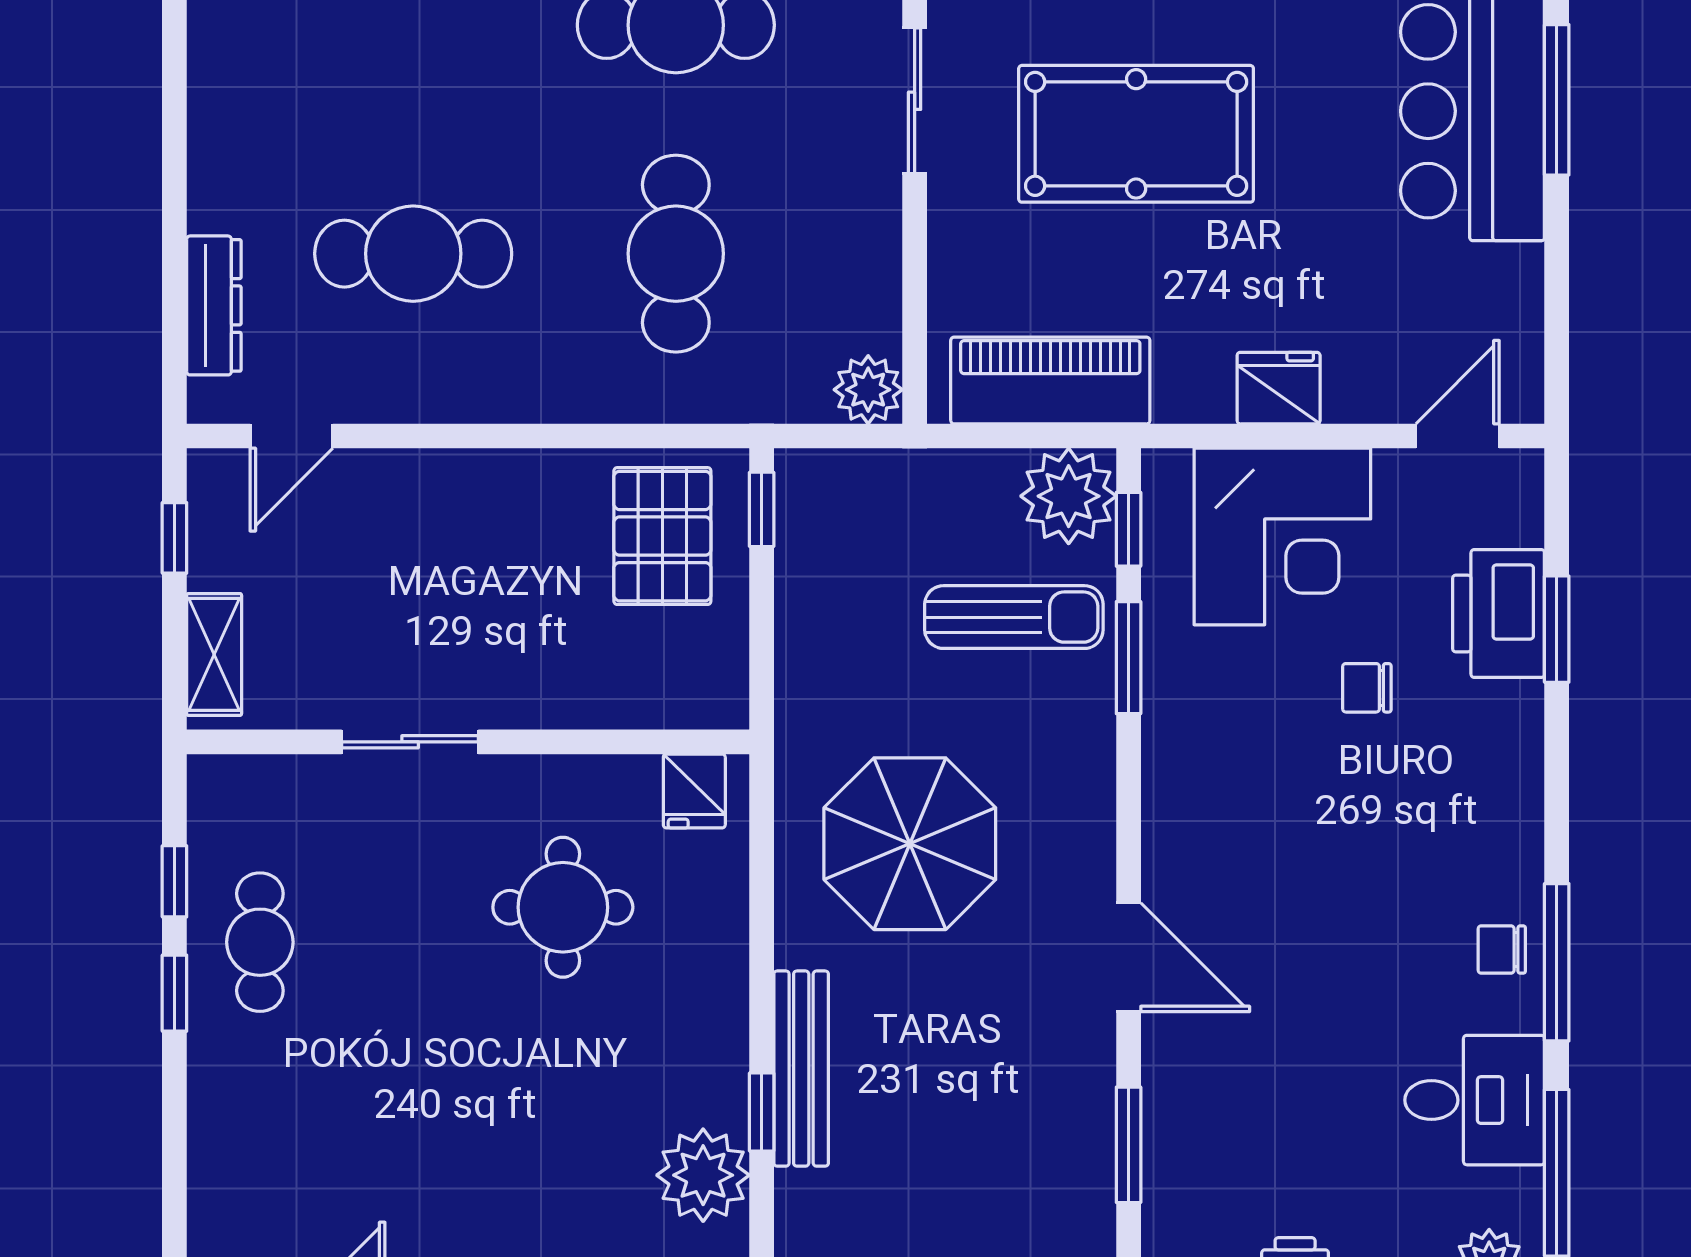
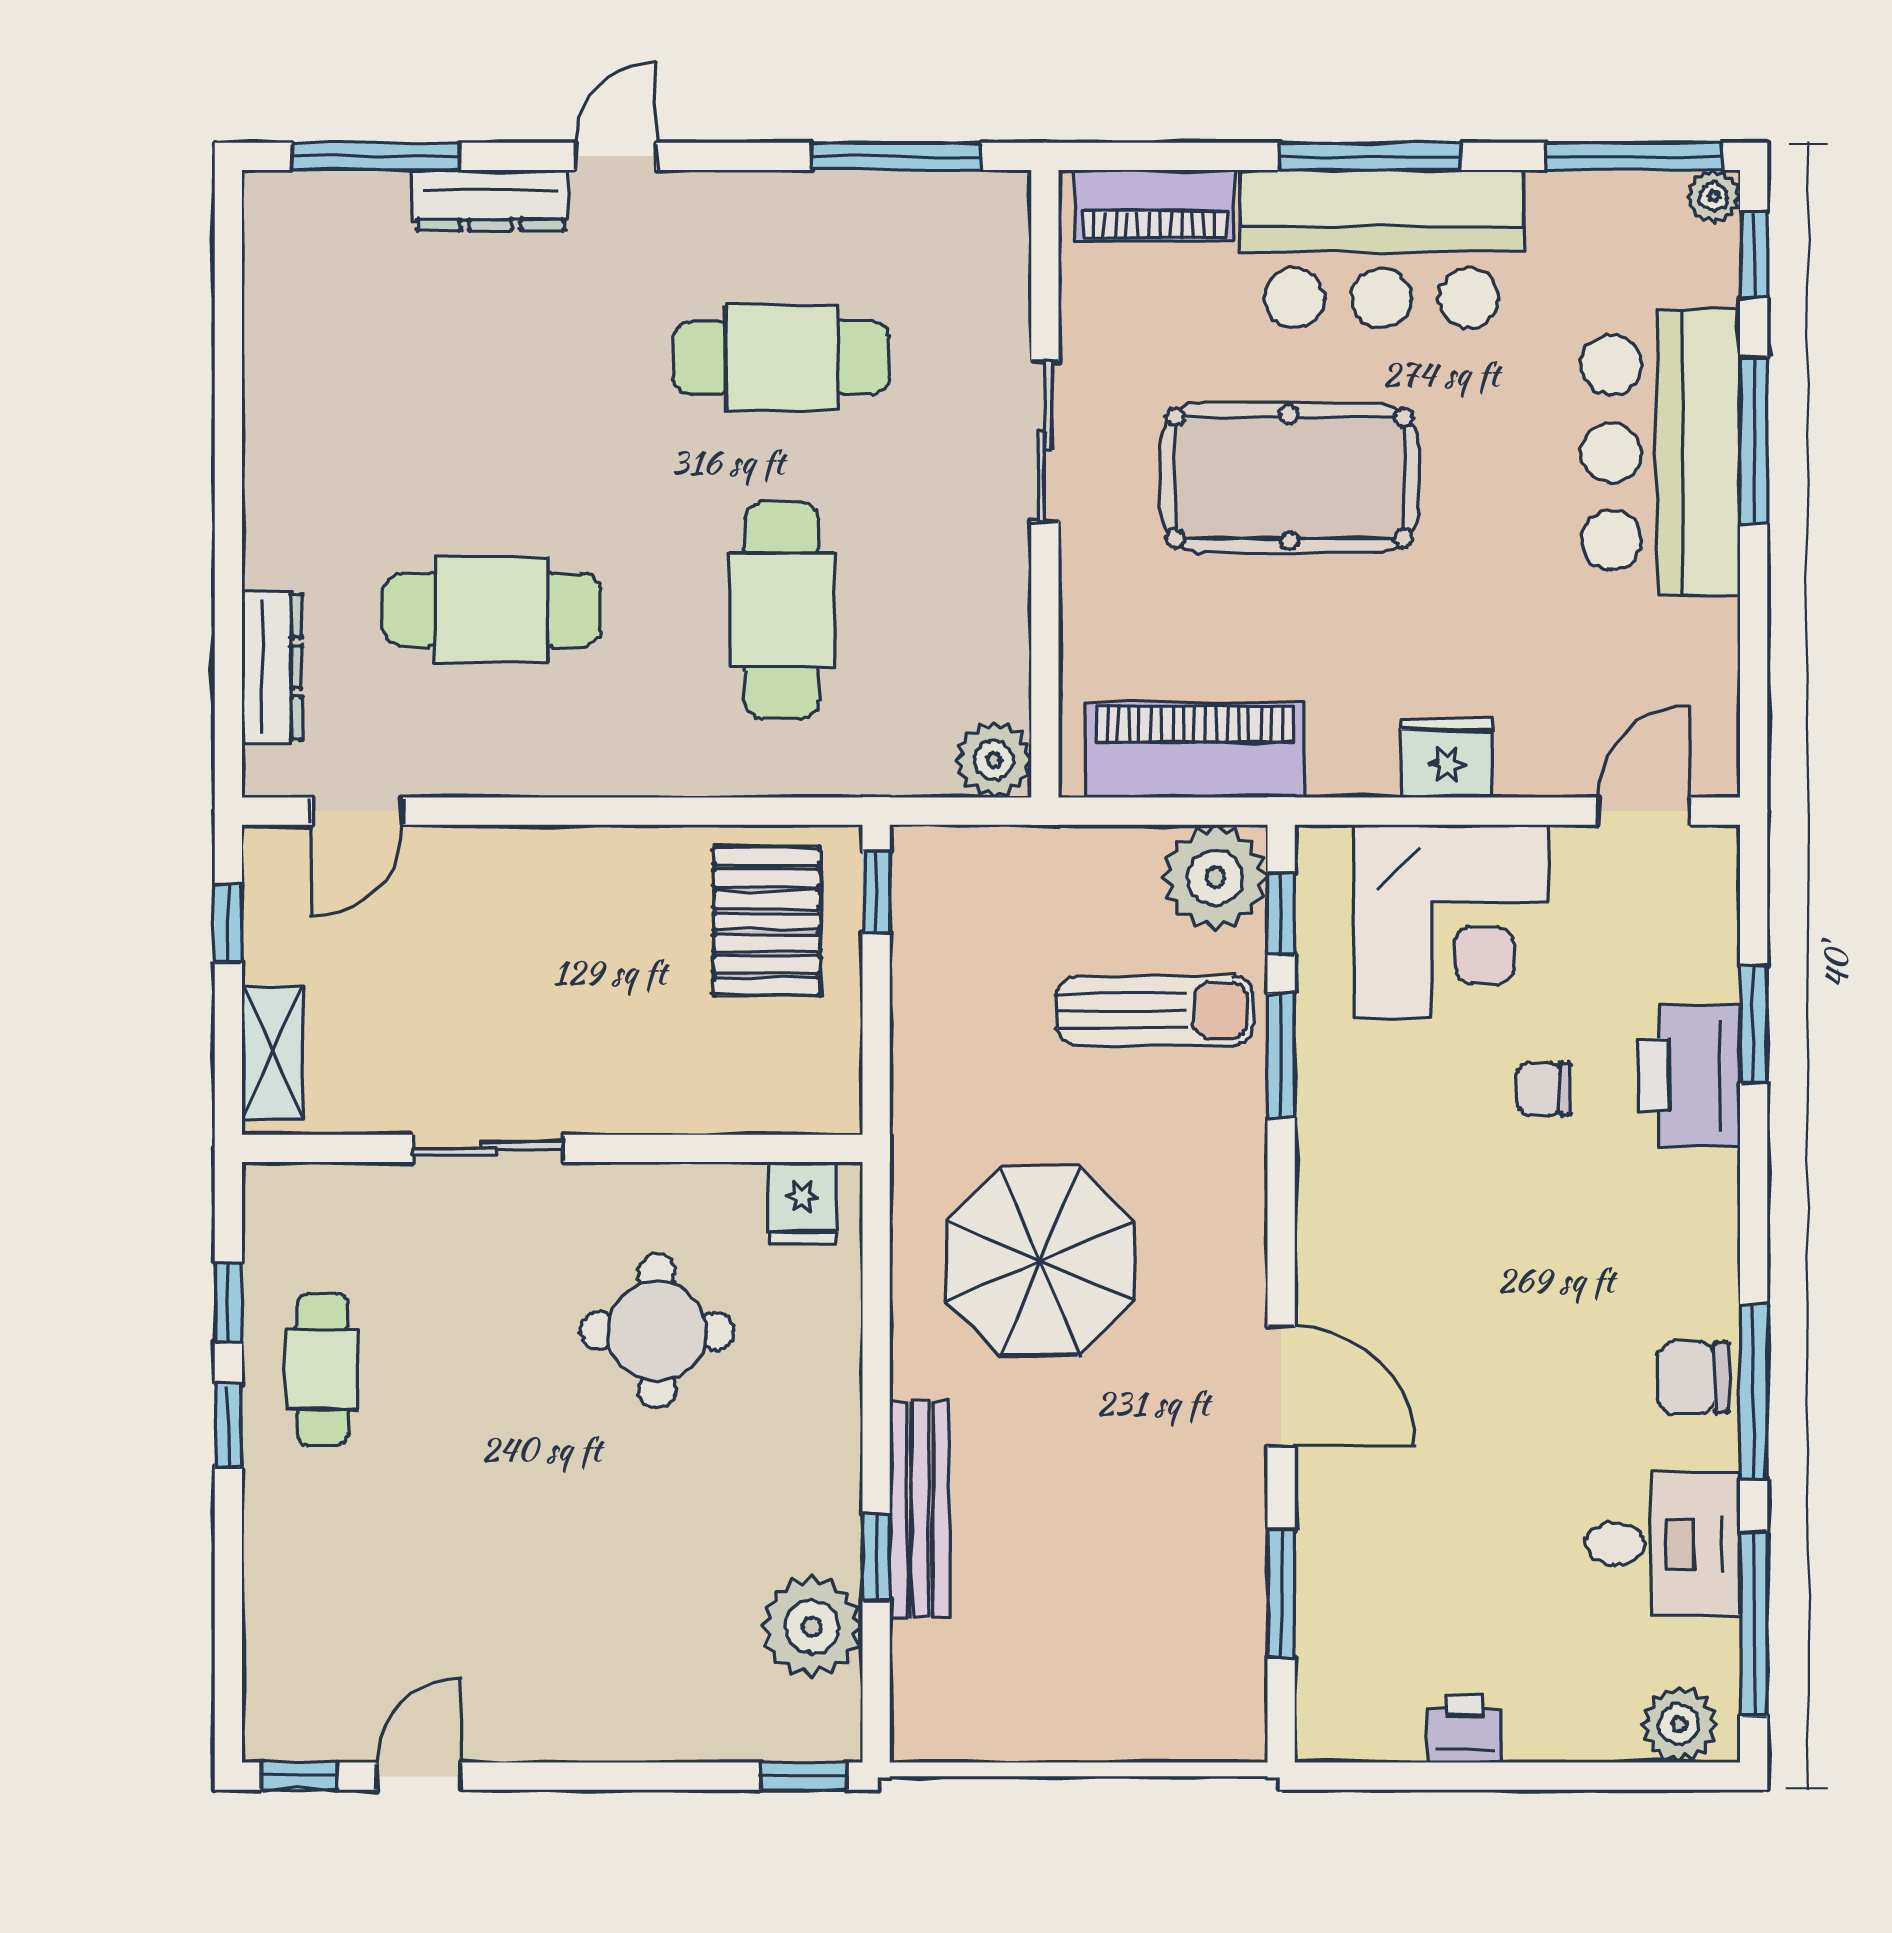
printer: (1499, 614) -> (1689, 1075), moved
chair: (1502, 950) -> (1693, 1378), width x1.37, depth x1.37

